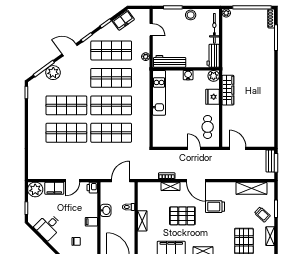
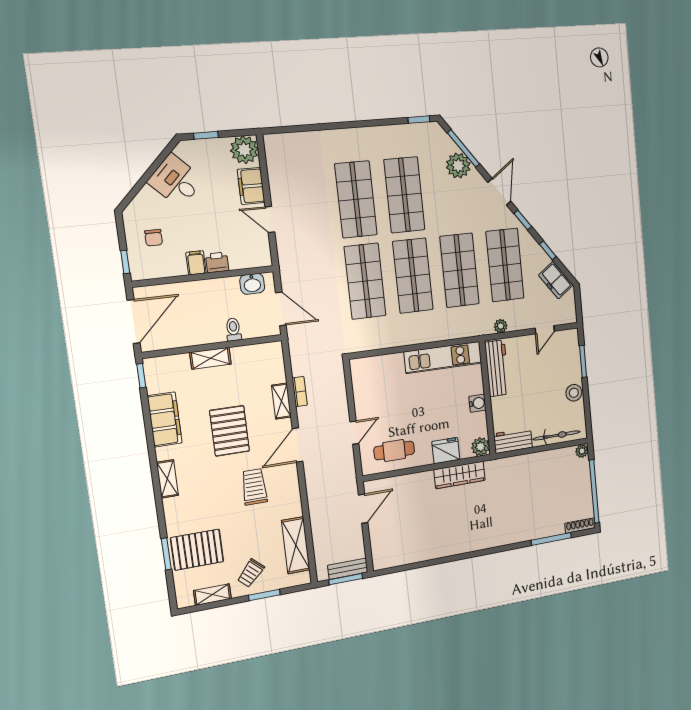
printer: (92, 188) -> (217, 262), moved
washbasin: (106, 210) -> (252, 284), moved

